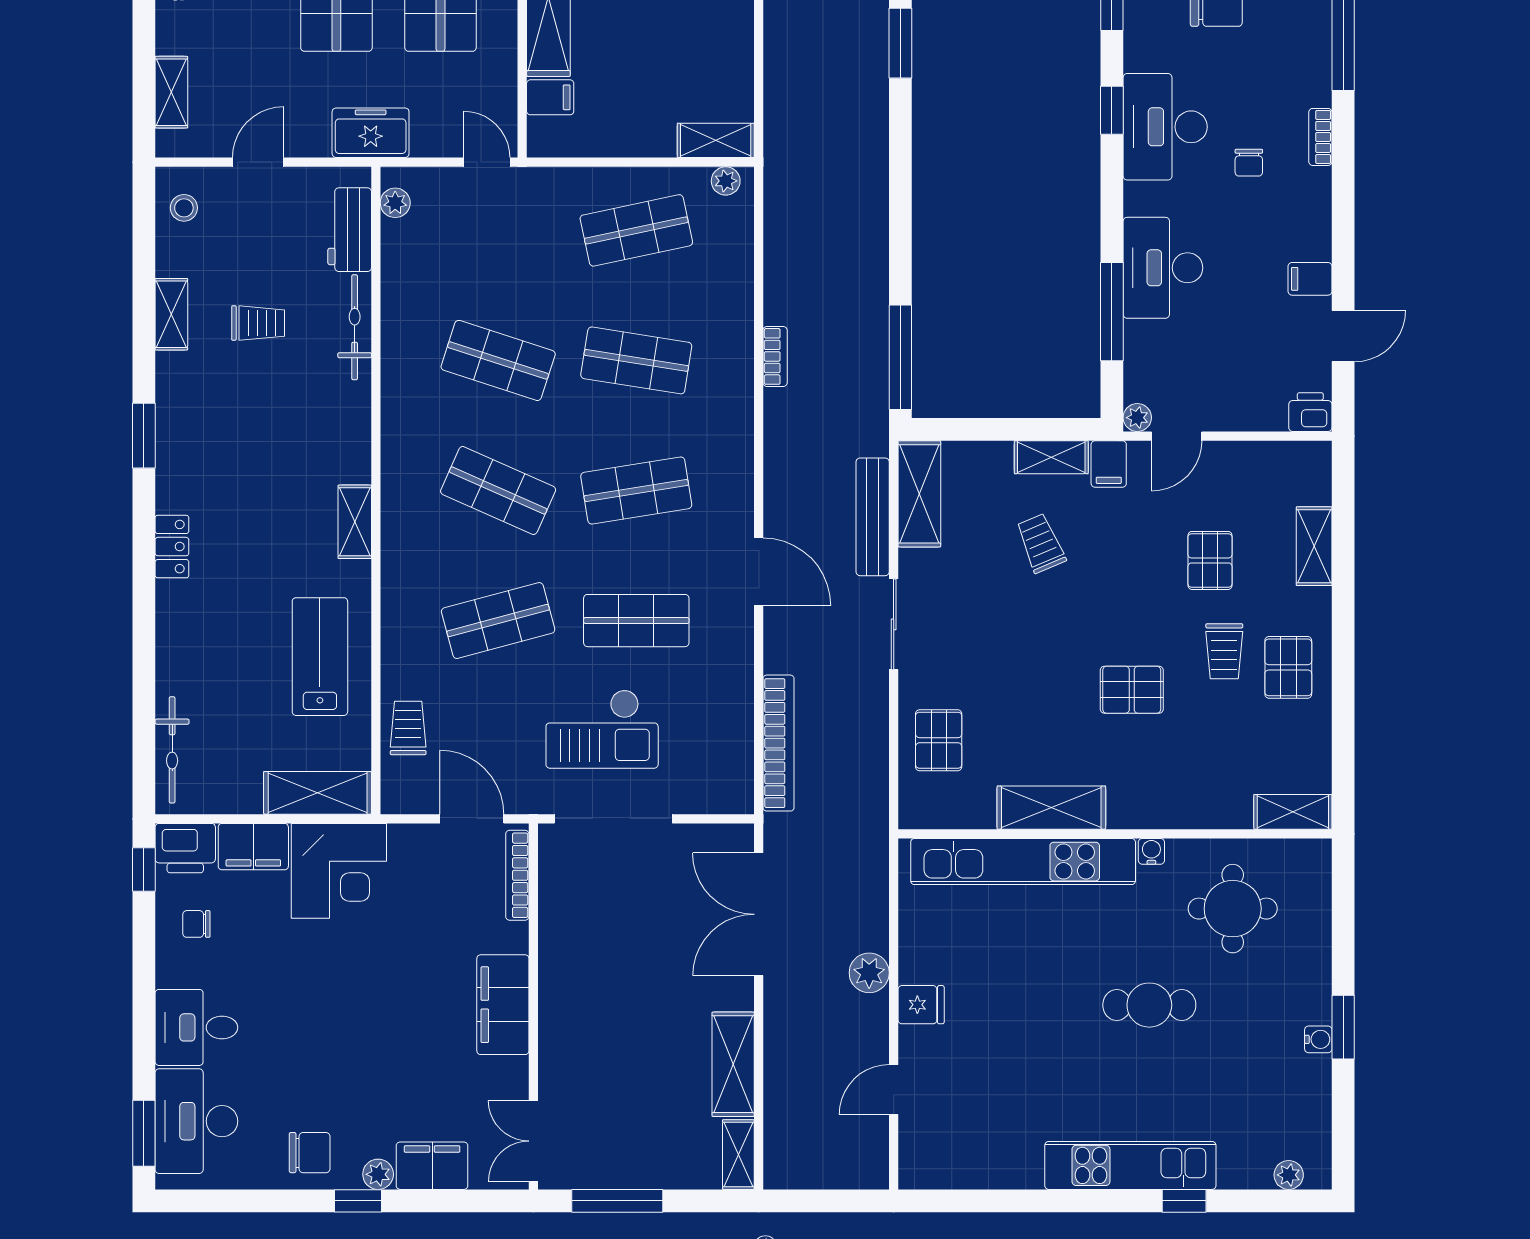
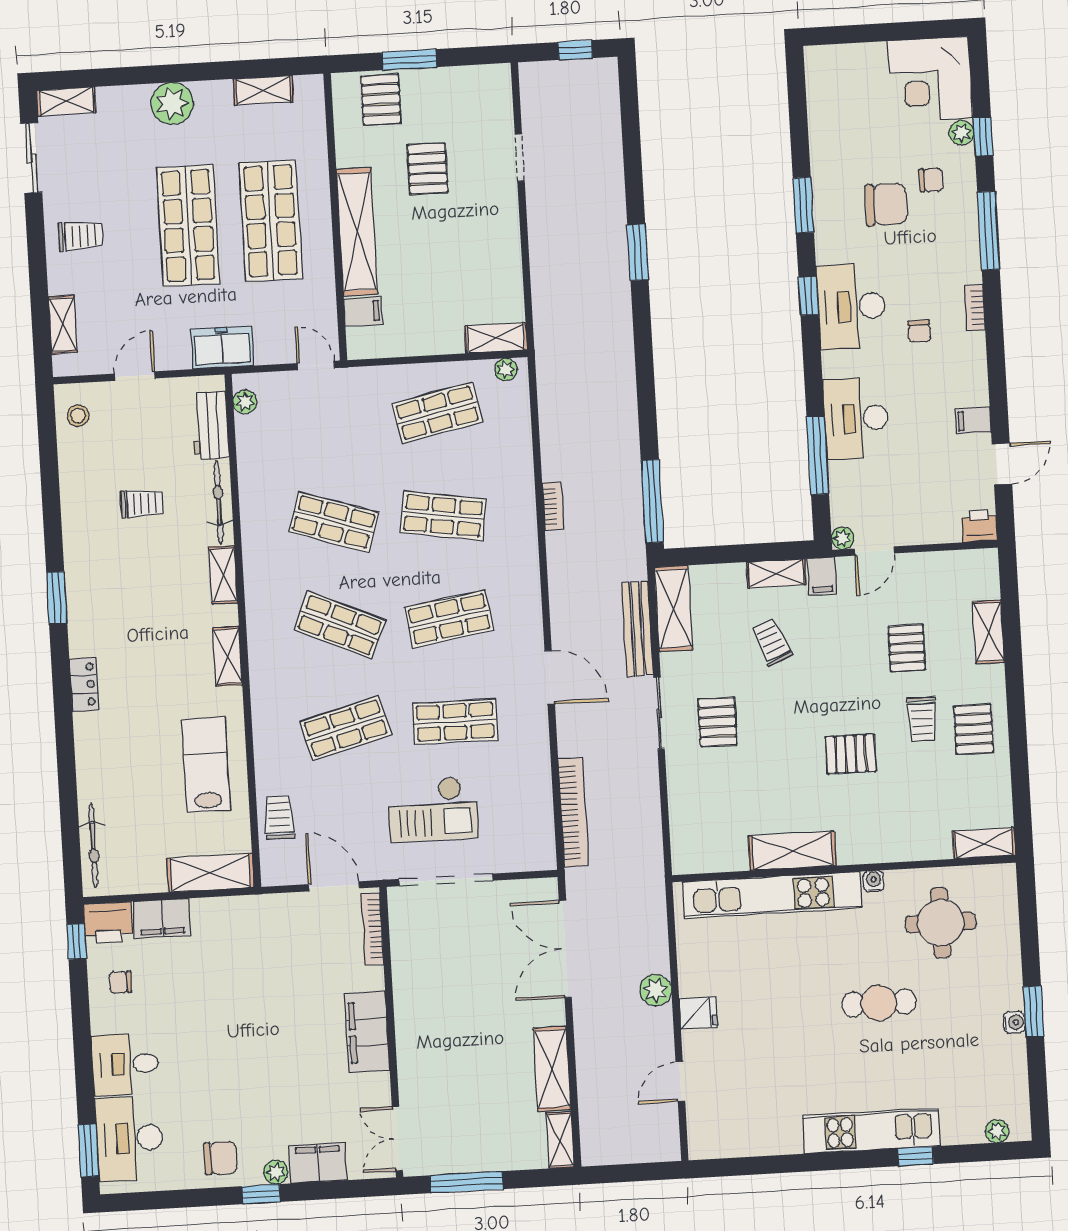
shelving: (171, 314) -> (223, 575), moved
pallet: (939, 740) -> (718, 722), moved
corner desk: (339, 871) -> (231, 934), removed

